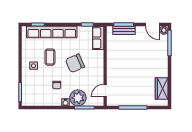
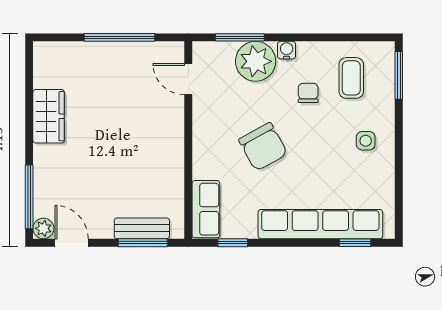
coffee table: (50, 57) -> (351, 78), moved
chair: (75, 63) -> (263, 147), turned 85
wardrobe: (162, 89) -> (49, 116), moved
door: (105, 91) -> (188, 79), swing flipped

